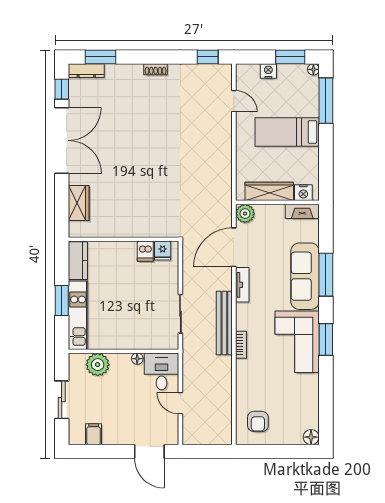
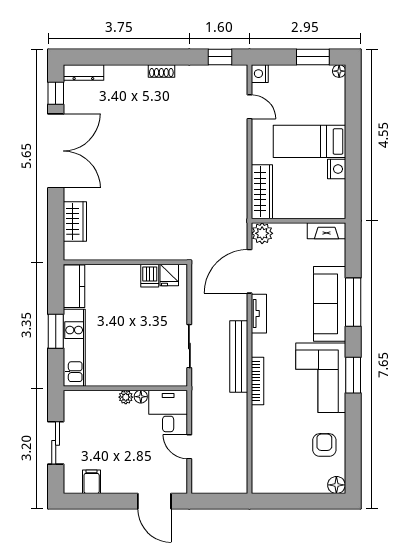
window: (100, 57) -> (99, 57), removed
nightstand: (268, 71) -> (260, 74), moved, turned -90
window: (326, 101) -> (353, 106), removed
wardrobe: (269, 191) -> (262, 192), moved, turned 90
nightstand: (303, 193) -> (337, 169), moved, turned -90
bookcase: (241, 345) -> (258, 381), width x1.56
plant: (98, 365) -> (126, 397), moved, width x0.53, depth x0.53
armchair: (258, 421) -> (324, 445), moved, turned 180

